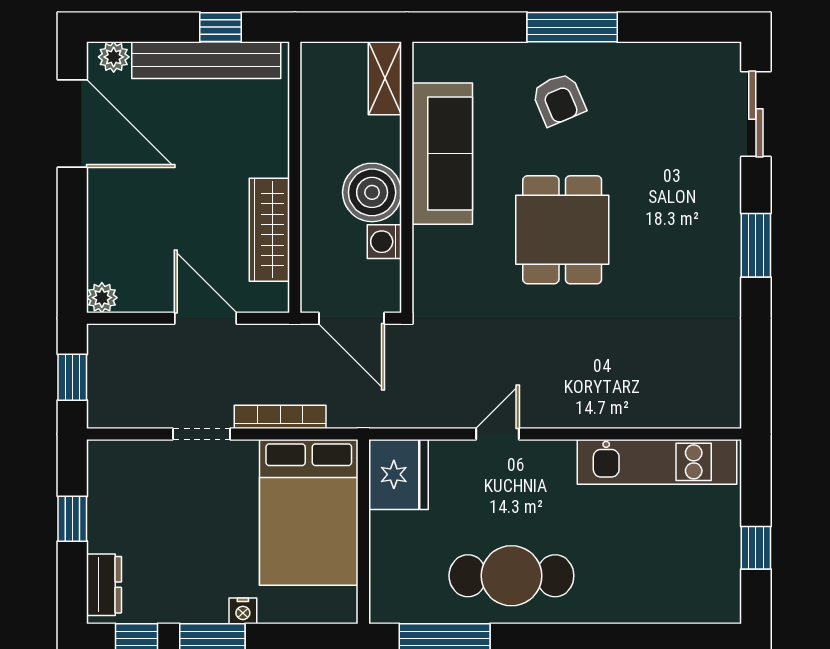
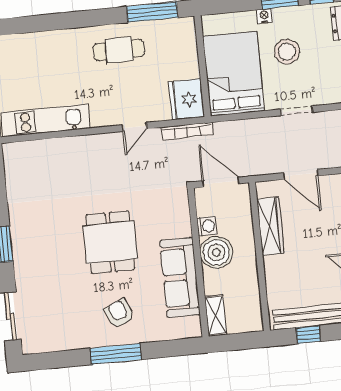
bookcase: (280, 417) -> (187, 131), moved
stool: (208, 543) -> (287, 52), added
cafe table: (511, 576) -> (119, 50), width x0.73, depth x0.74

